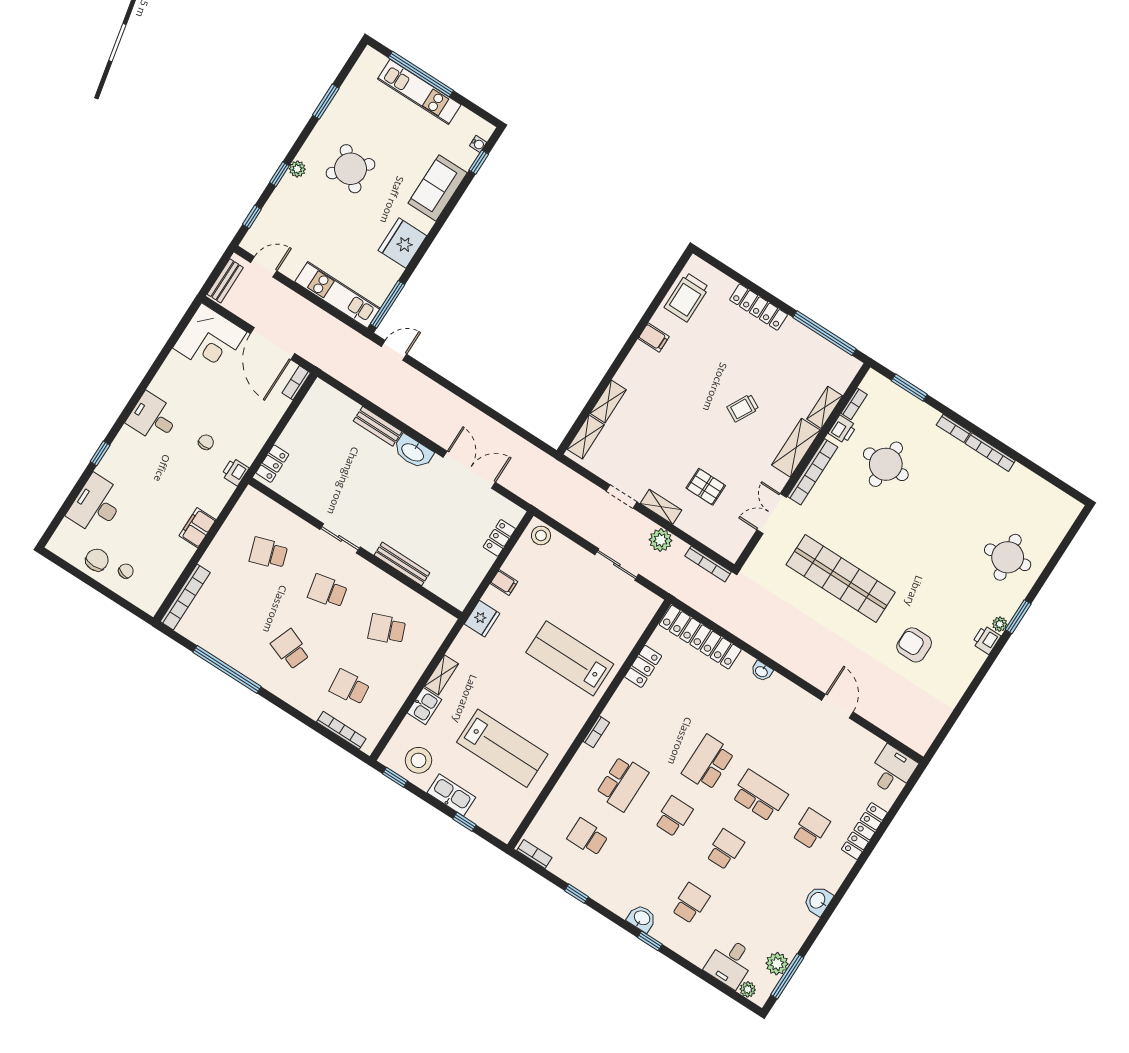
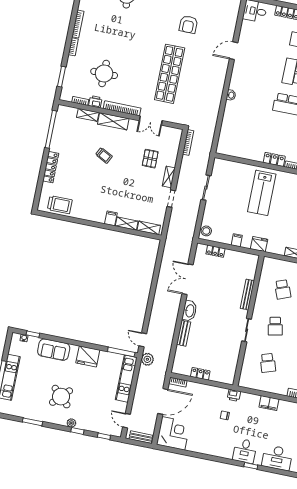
filing cabinet: (654, 338) -> (111, 218), moved
desk: (153, 418) -> (245, 451), moved
locker: (272, 464) -> (200, 374), moved
plant: (661, 540) -> (147, 359), moved
locker: (700, 637) -> (226, 132), removed
locker: (643, 666) -> (274, 159), moved

